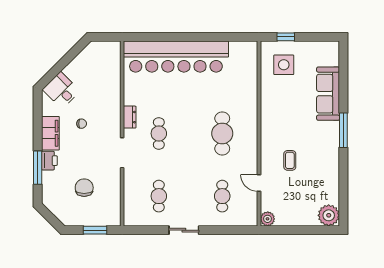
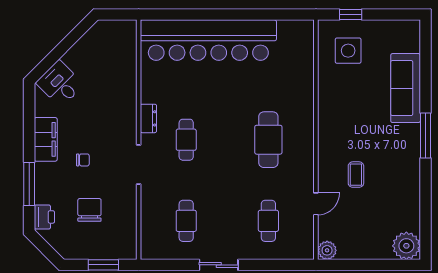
chair: (82, 124) -> (83, 160), moved
printer: (49, 161) -> (44, 217), moved
door: (259, 183) -> (316, 204), swing flipped

